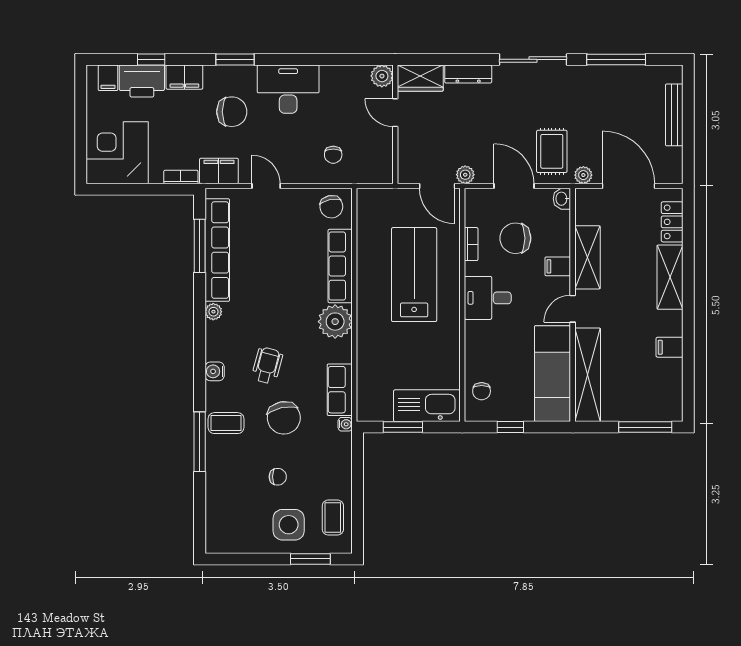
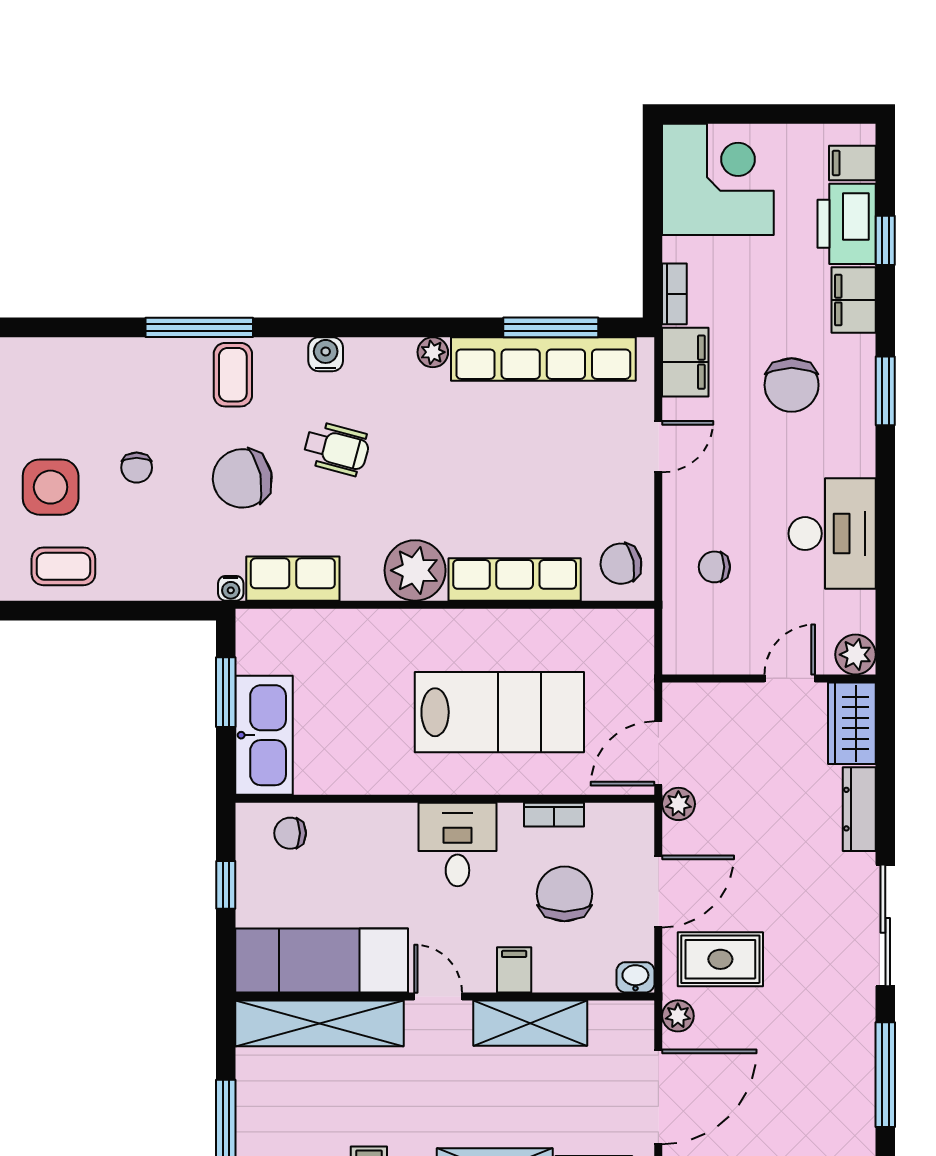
desk: (288, 89) -> (832, 534), moved

